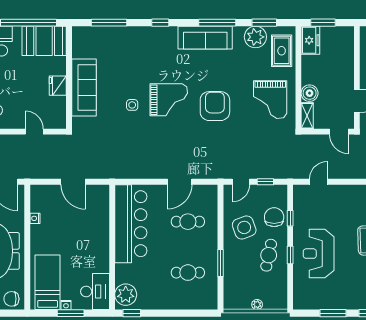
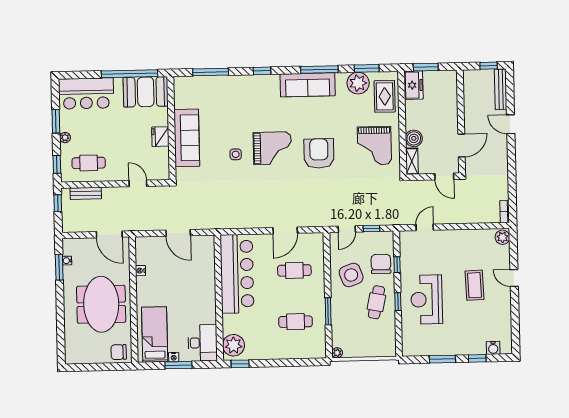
plant: (257, 304) -> (337, 353), moved

